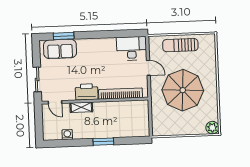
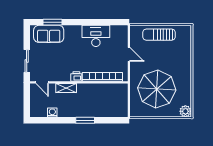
desk: (132, 48) -> (96, 36), moved
parasol: (183, 90) -> (157, 89), moved
printer: (87, 92) -> (76, 76), width x0.53, depth x0.68

